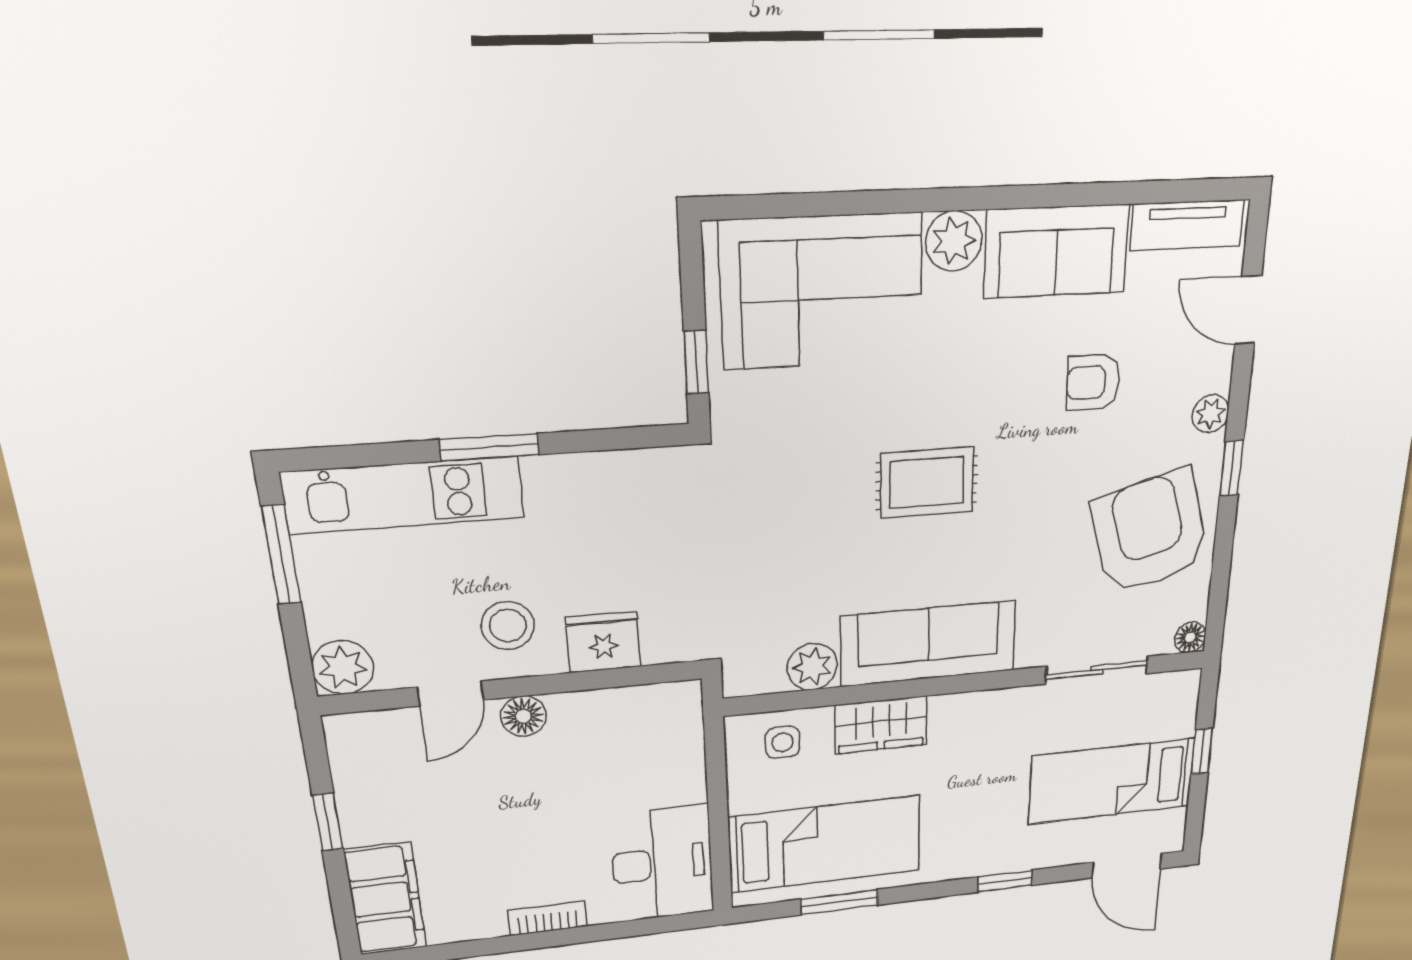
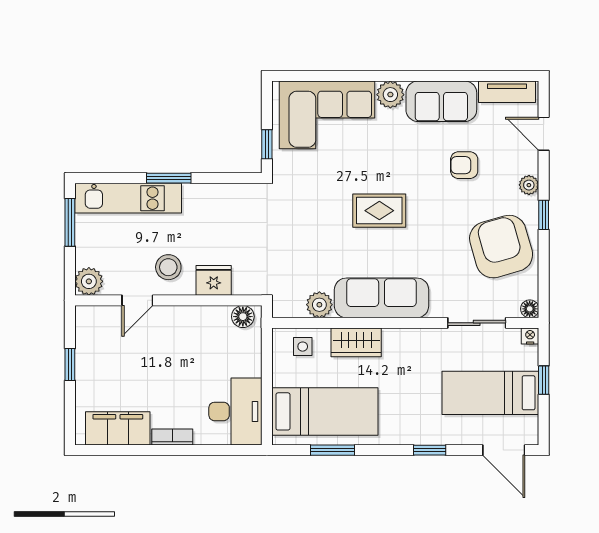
nightstand: (1186, 683) -> (530, 336), added
floor lamp: (523, 716) -> (243, 317), moved
filing cabinet: (385, 899) -> (118, 428), moved, turned -90

